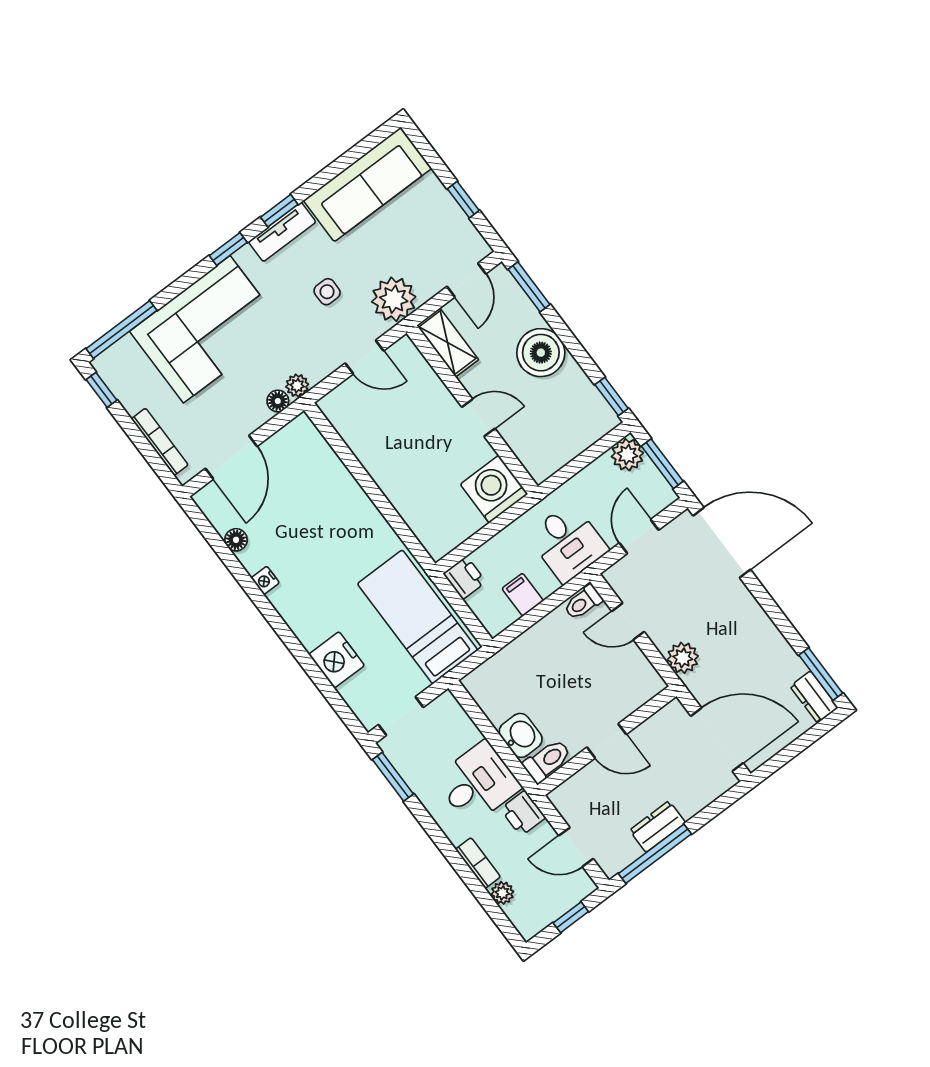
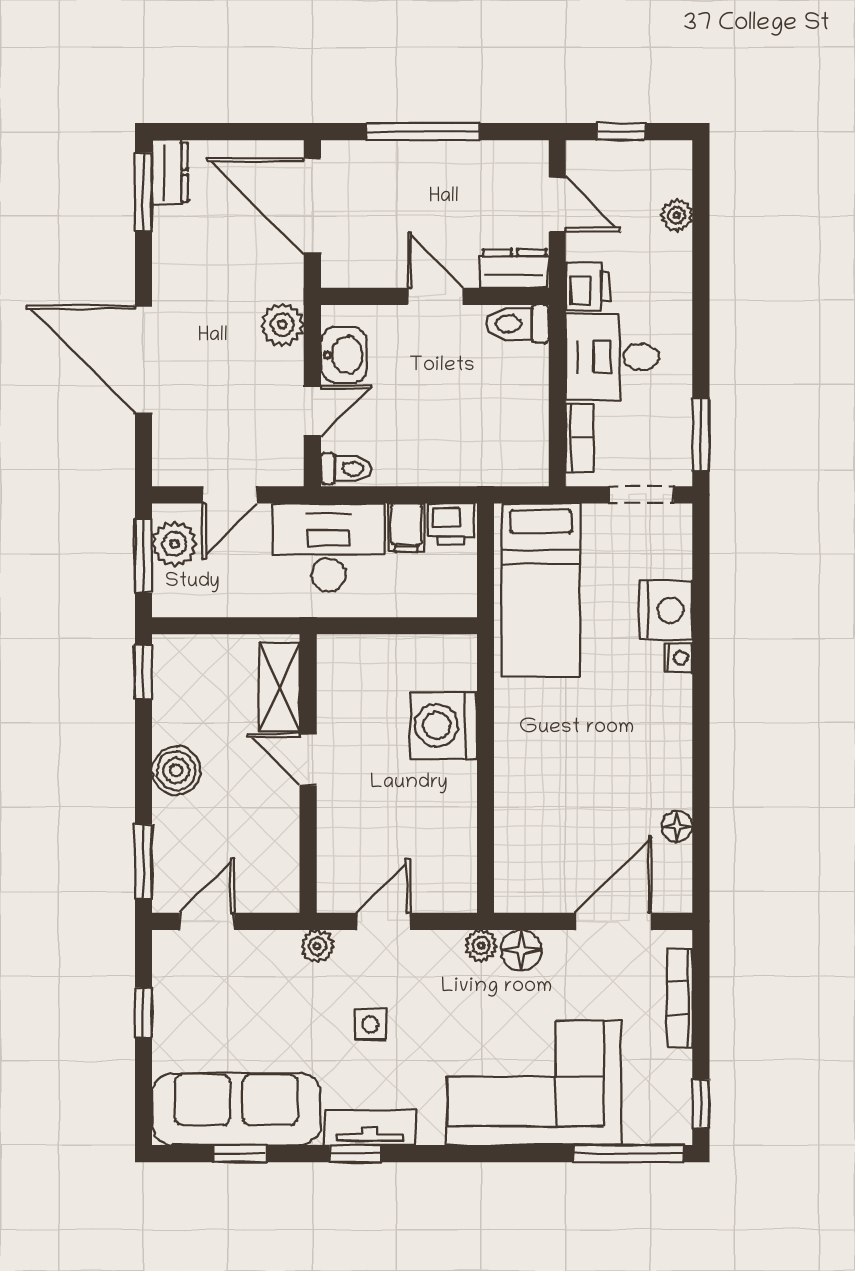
window: (228, 249) -> (240, 1154), moved
plant: (394, 299) -> (317, 946), width x0.53, depth x0.53
shelving: (448, 343) -> (280, 687), moved
boiler: (541, 353) -> (176, 771), width x0.73, depth x0.73
door: (364, 357) -> (383, 921), hinge flipped
floor lamp: (278, 401) -> (521, 950), width x1.37, depth x1.37
plant: (627, 455) -> (174, 544), moved
washing machine: (494, 489) -> (443, 725), moved, turned 90
desk: (568, 543) -> (329, 547), width x1.37
door: (722, 543) -> (143, 359), moved
printer: (465, 578) -> (451, 524), moved, turned -90
nightstand: (265, 580) -> (678, 658), moved
door: (628, 621) -> (312, 410), hinge flipped
washbasin: (521, 735) -> (344, 355), moved, turned 180
dresser: (658, 826) -> (514, 268), moved, turned 180
window: (655, 854) -> (423, 132), moved
bookcase: (478, 863) -> (579, 438), moved, turned 180

